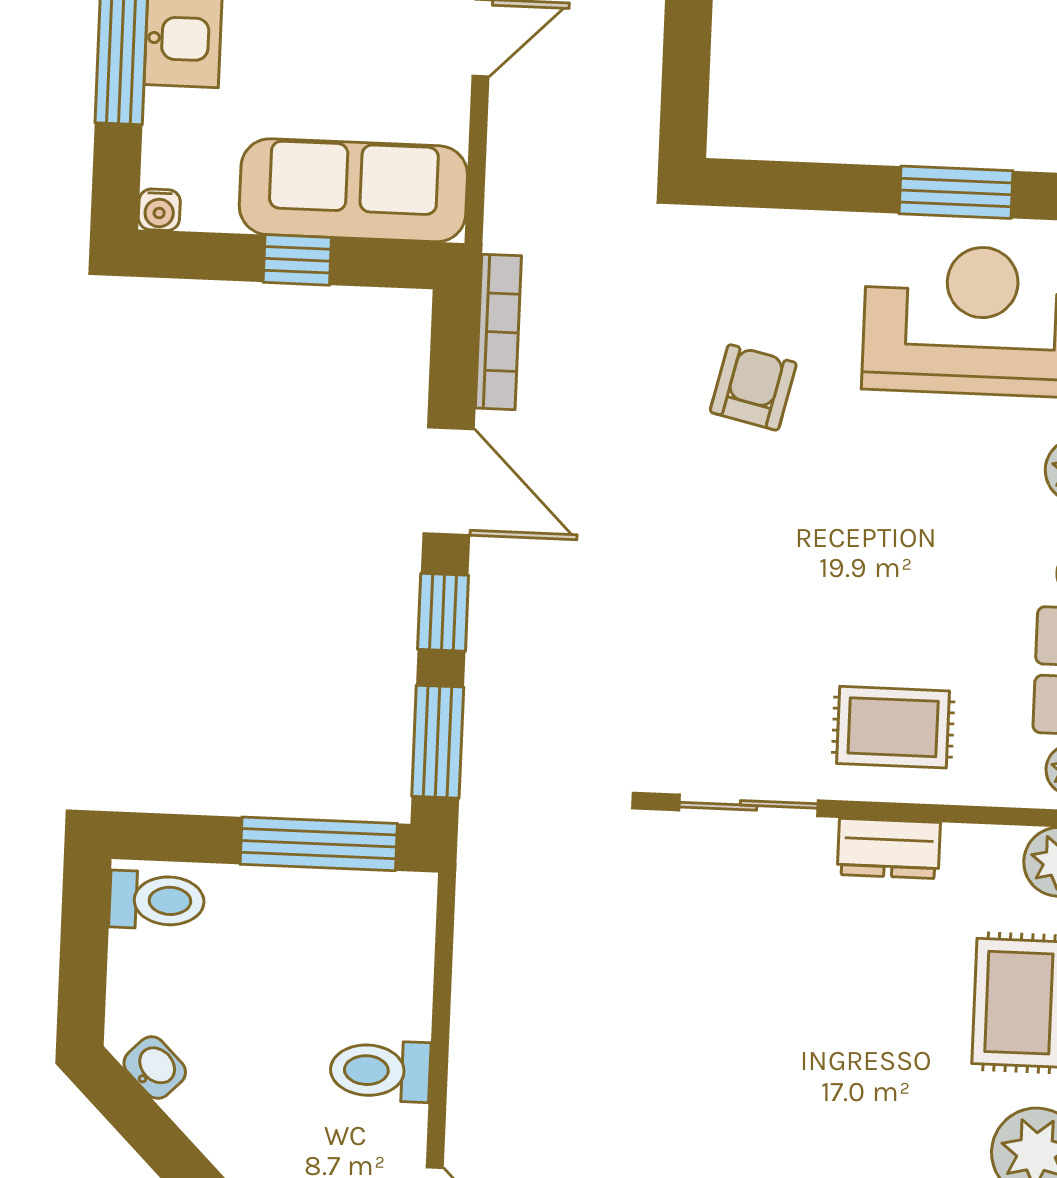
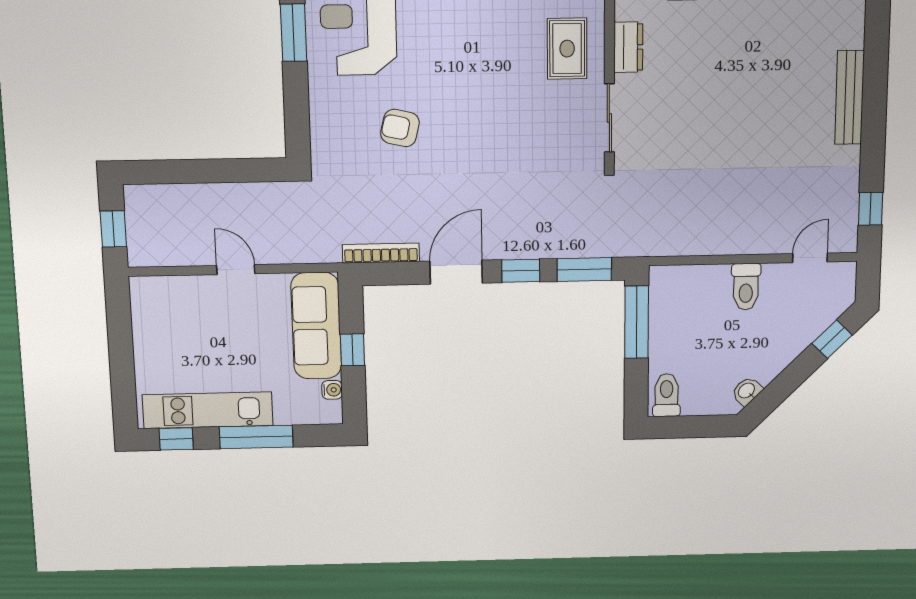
water cooler: (159, 210) -> (332, 390), moved

